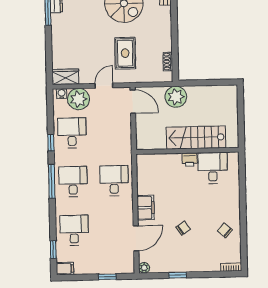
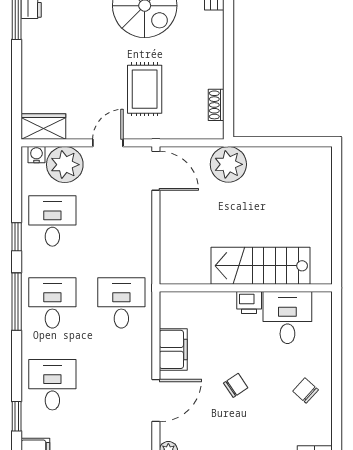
stairs: (196, 138) -> (261, 266), moved
wall: (187, 151) -> (246, 288), moved
printer: (190, 160) -> (249, 303), moved
desk: (213, 168) -> (287, 318), moved

